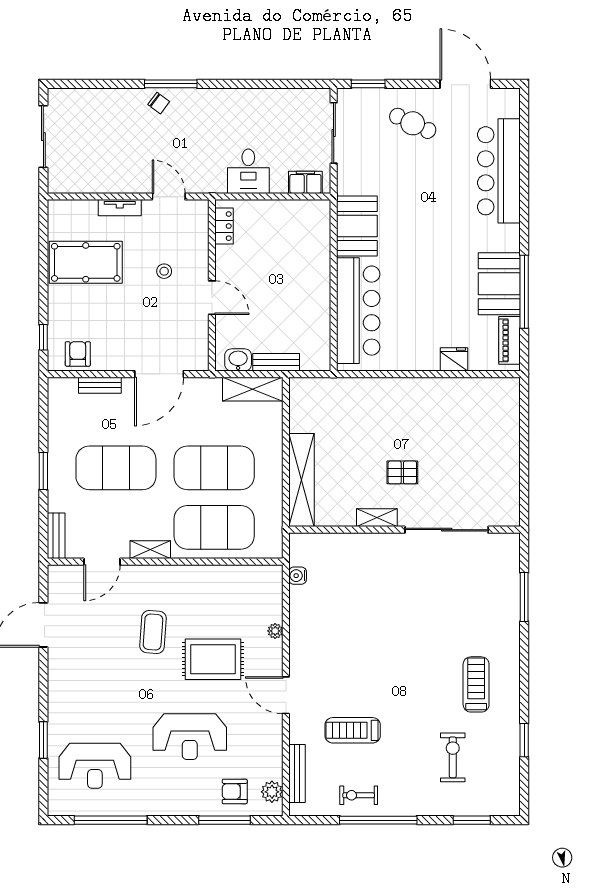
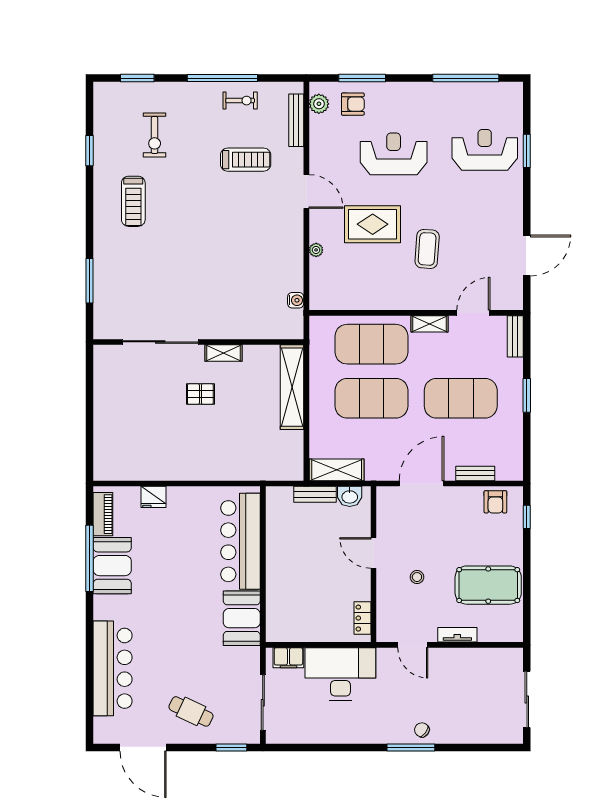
desk: (248, 171) -> (340, 674), width x1.87, depth x1.30
reception desk: (95, 766) -> (485, 150), moved

